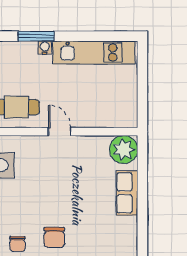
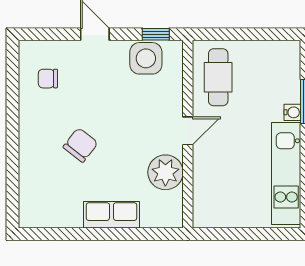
plant: (124, 150) -> (165, 172), moved
chair: (54, 237) -> (80, 145), moved, turned 128

